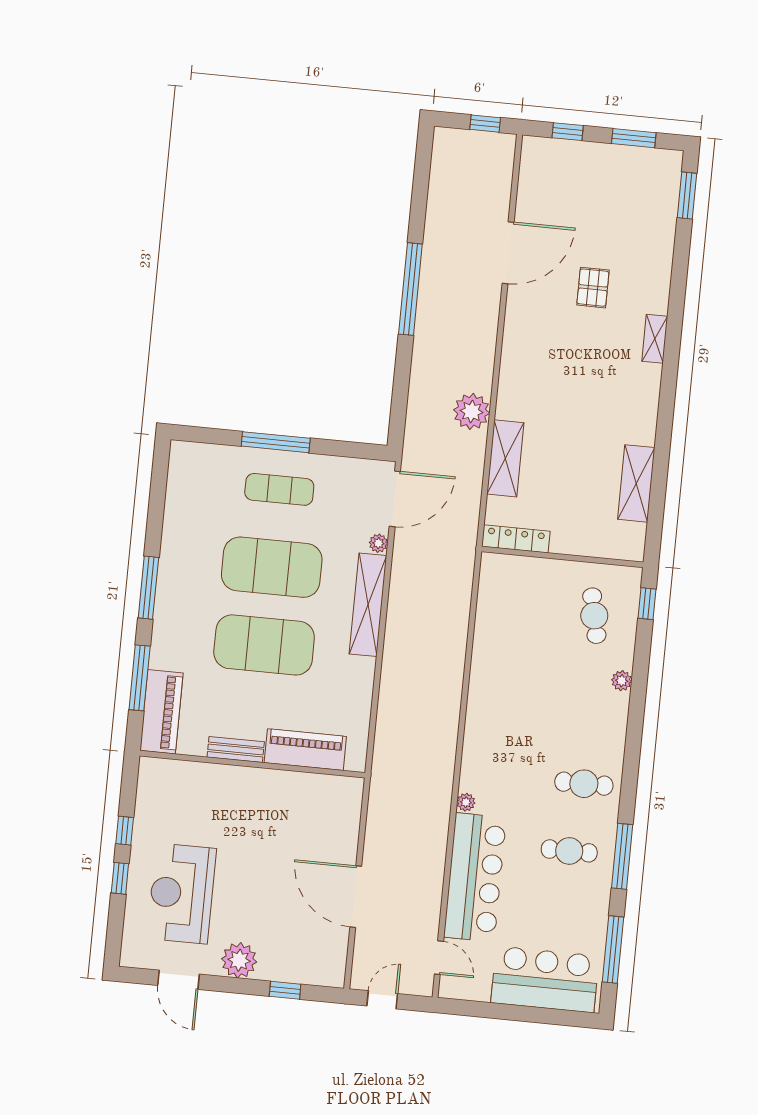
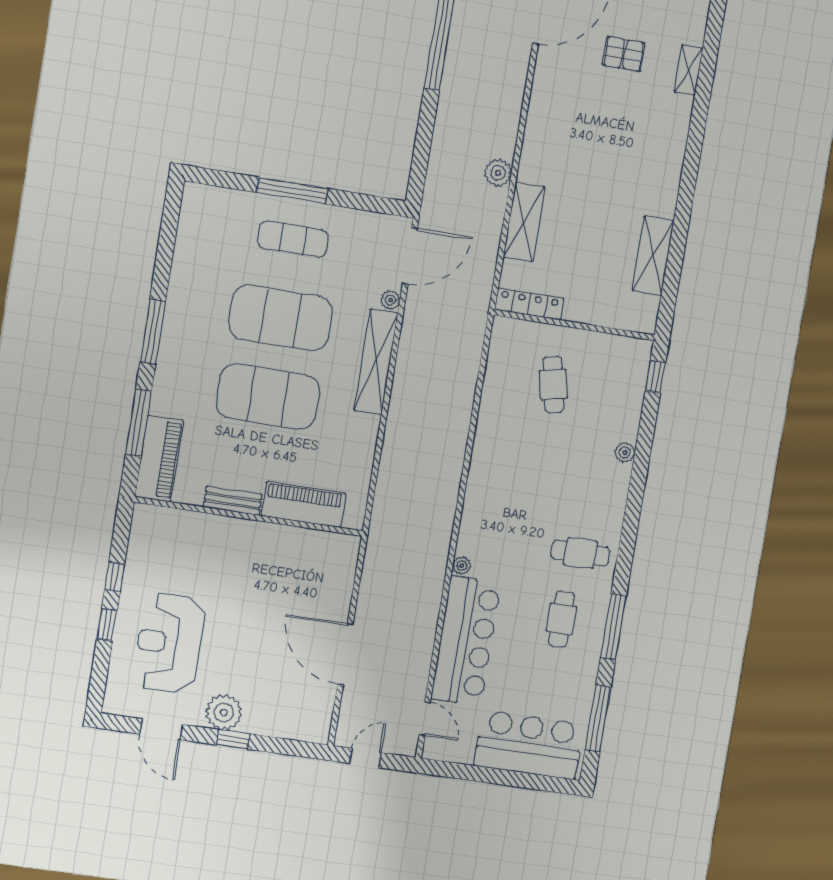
pallet: (593, 288) -> (624, 54), turned 90
shelving: (655, 339) -> (689, 70), moved
plant: (472, 411) -> (498, 173), width x0.73, depth x0.73
cafe table: (594, 616) -> (553, 384), moved
cafe table: (569, 851) -> (561, 619), turned 90
window: (285, 990) -> (233, 739), moved

